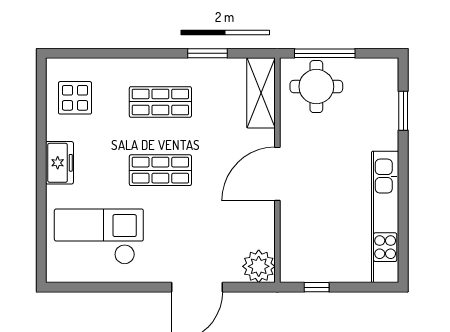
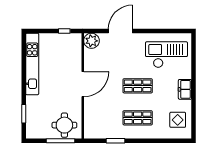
shelving: (261, 93) -> (90, 122), removed
checkout: (99, 237) -> (166, 55), turned 180

